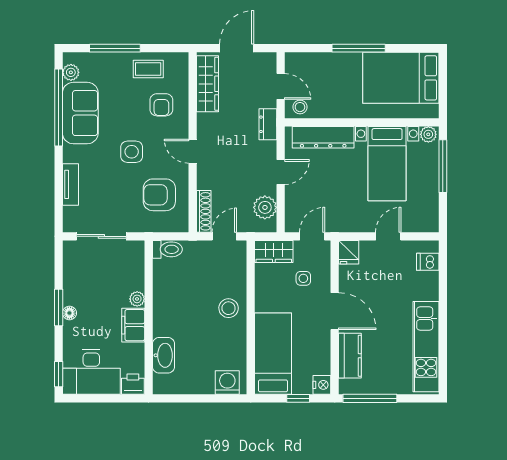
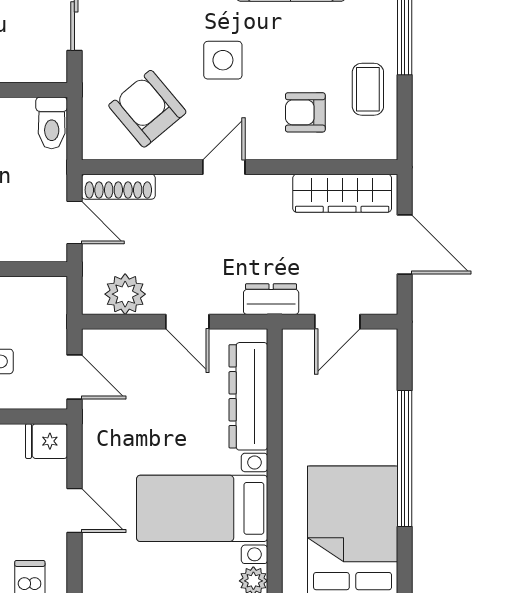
window: (359, 48) -> (405, 459), width x1.46
stool: (300, 107) -> (301, 356), removed
armchair: (159, 195) -> (147, 109), turned -40
wardrobe: (274, 251) -> (48, 310), removed

